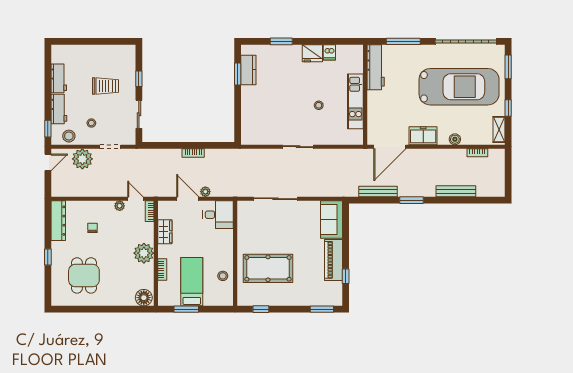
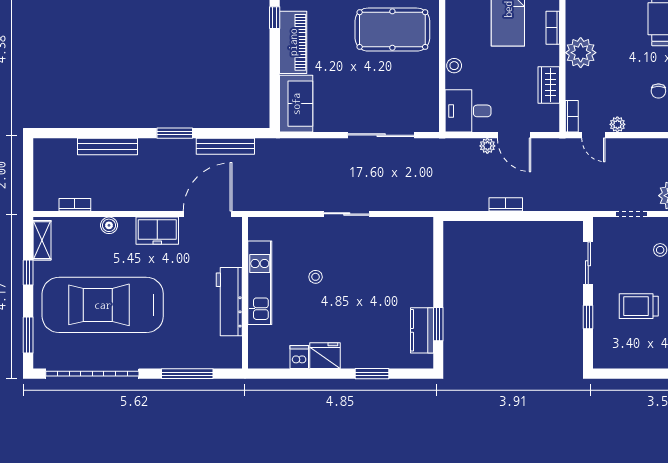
workbench: (376, 67) -> (229, 302), moved
stool: (223, 276) -> (454, 66), moved

